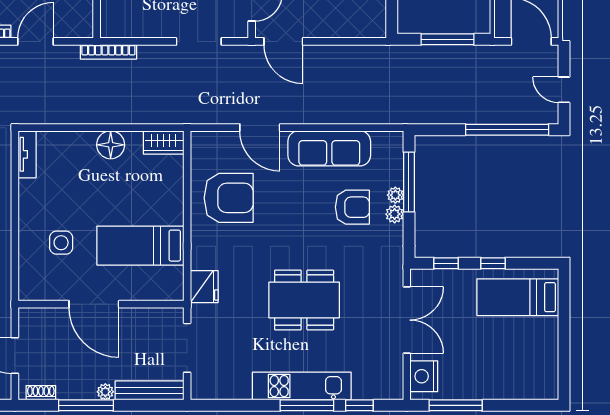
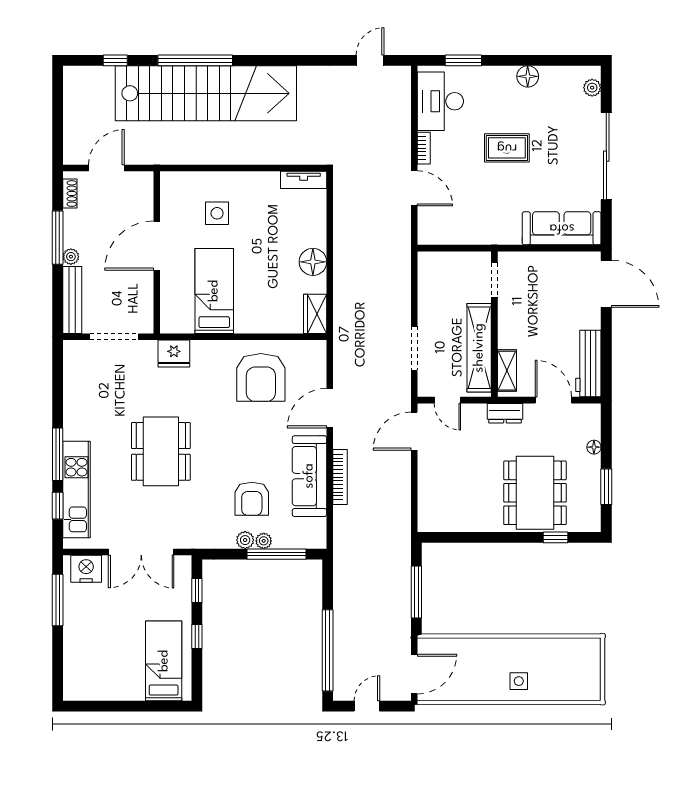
bookcase: (108, 52) -> (340, 477), moved, turned 180
kitchen unit: (302, 386) -> (76, 489), moved

